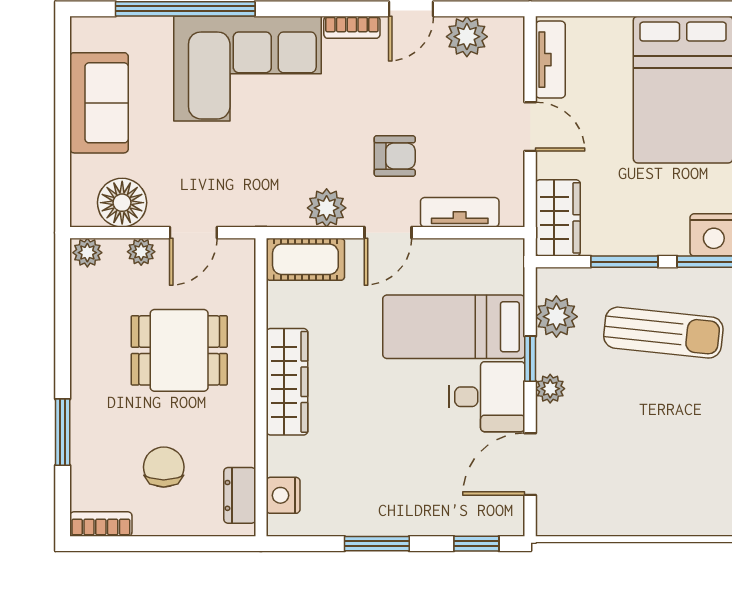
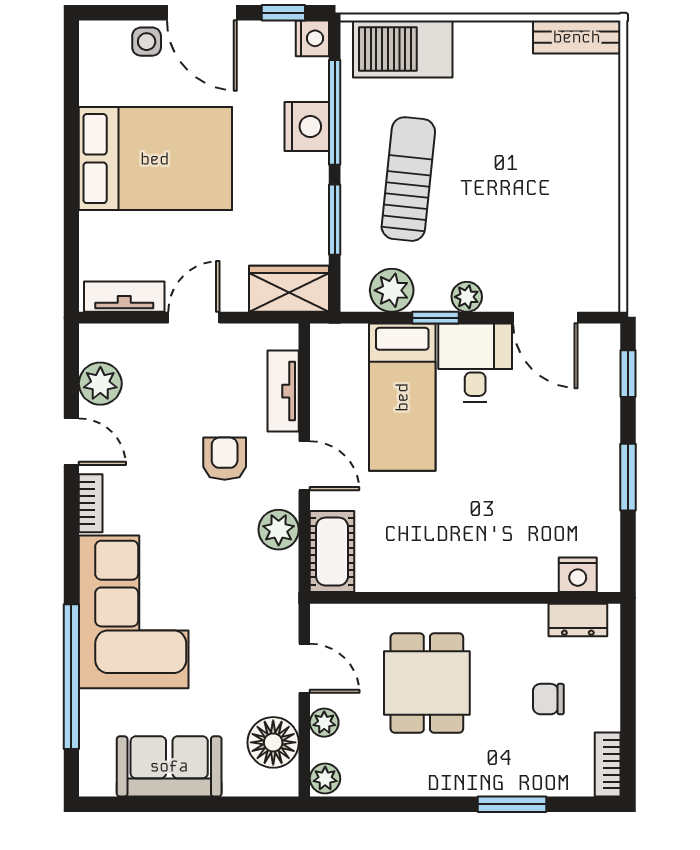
wardrobe: (287, 382) -> (460, 571), removed
chair: (164, 467) -> (548, 699), width x0.73, depth x0.73

